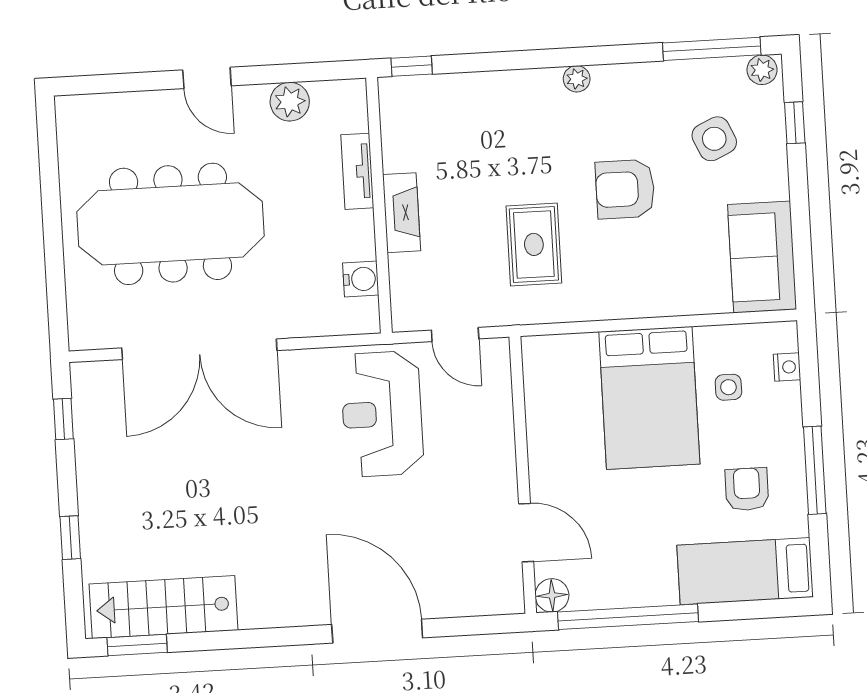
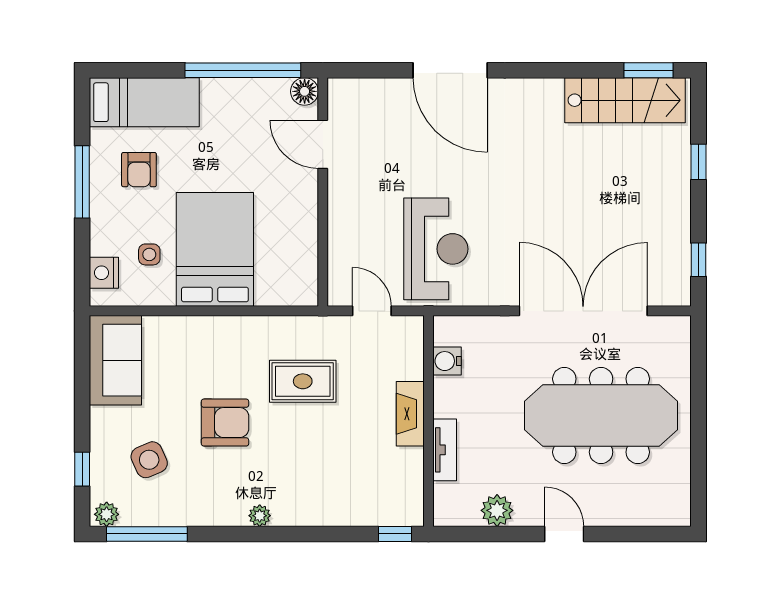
rug: (534, 244) -> (303, 381), turned 90
nightstand: (787, 367) -> (104, 273), width x1.39, depth x1.35

